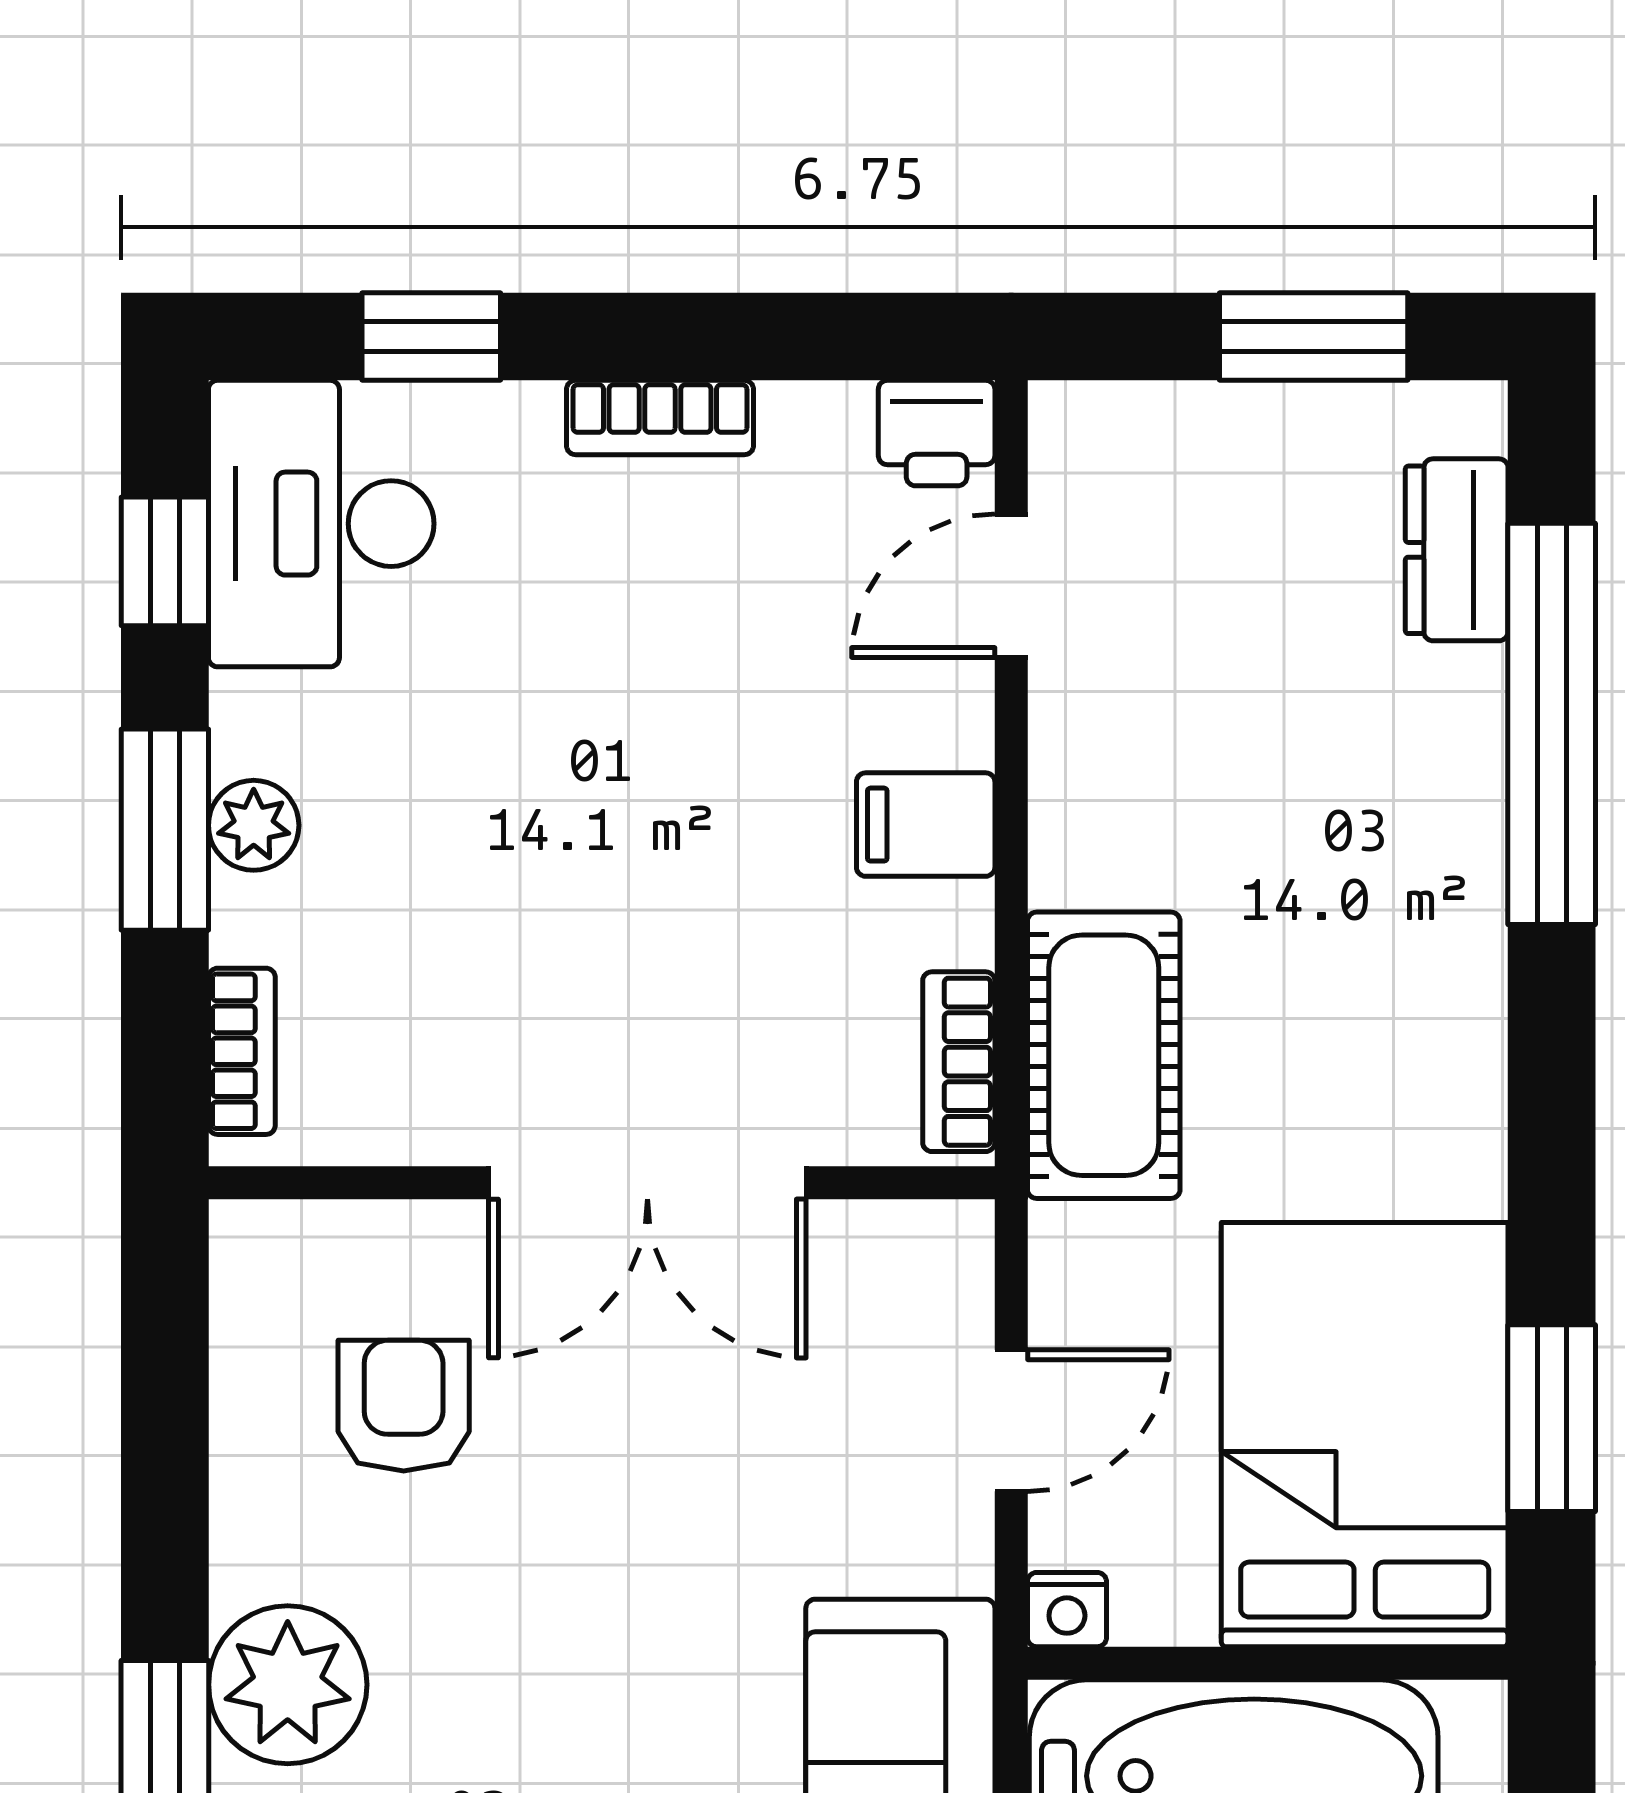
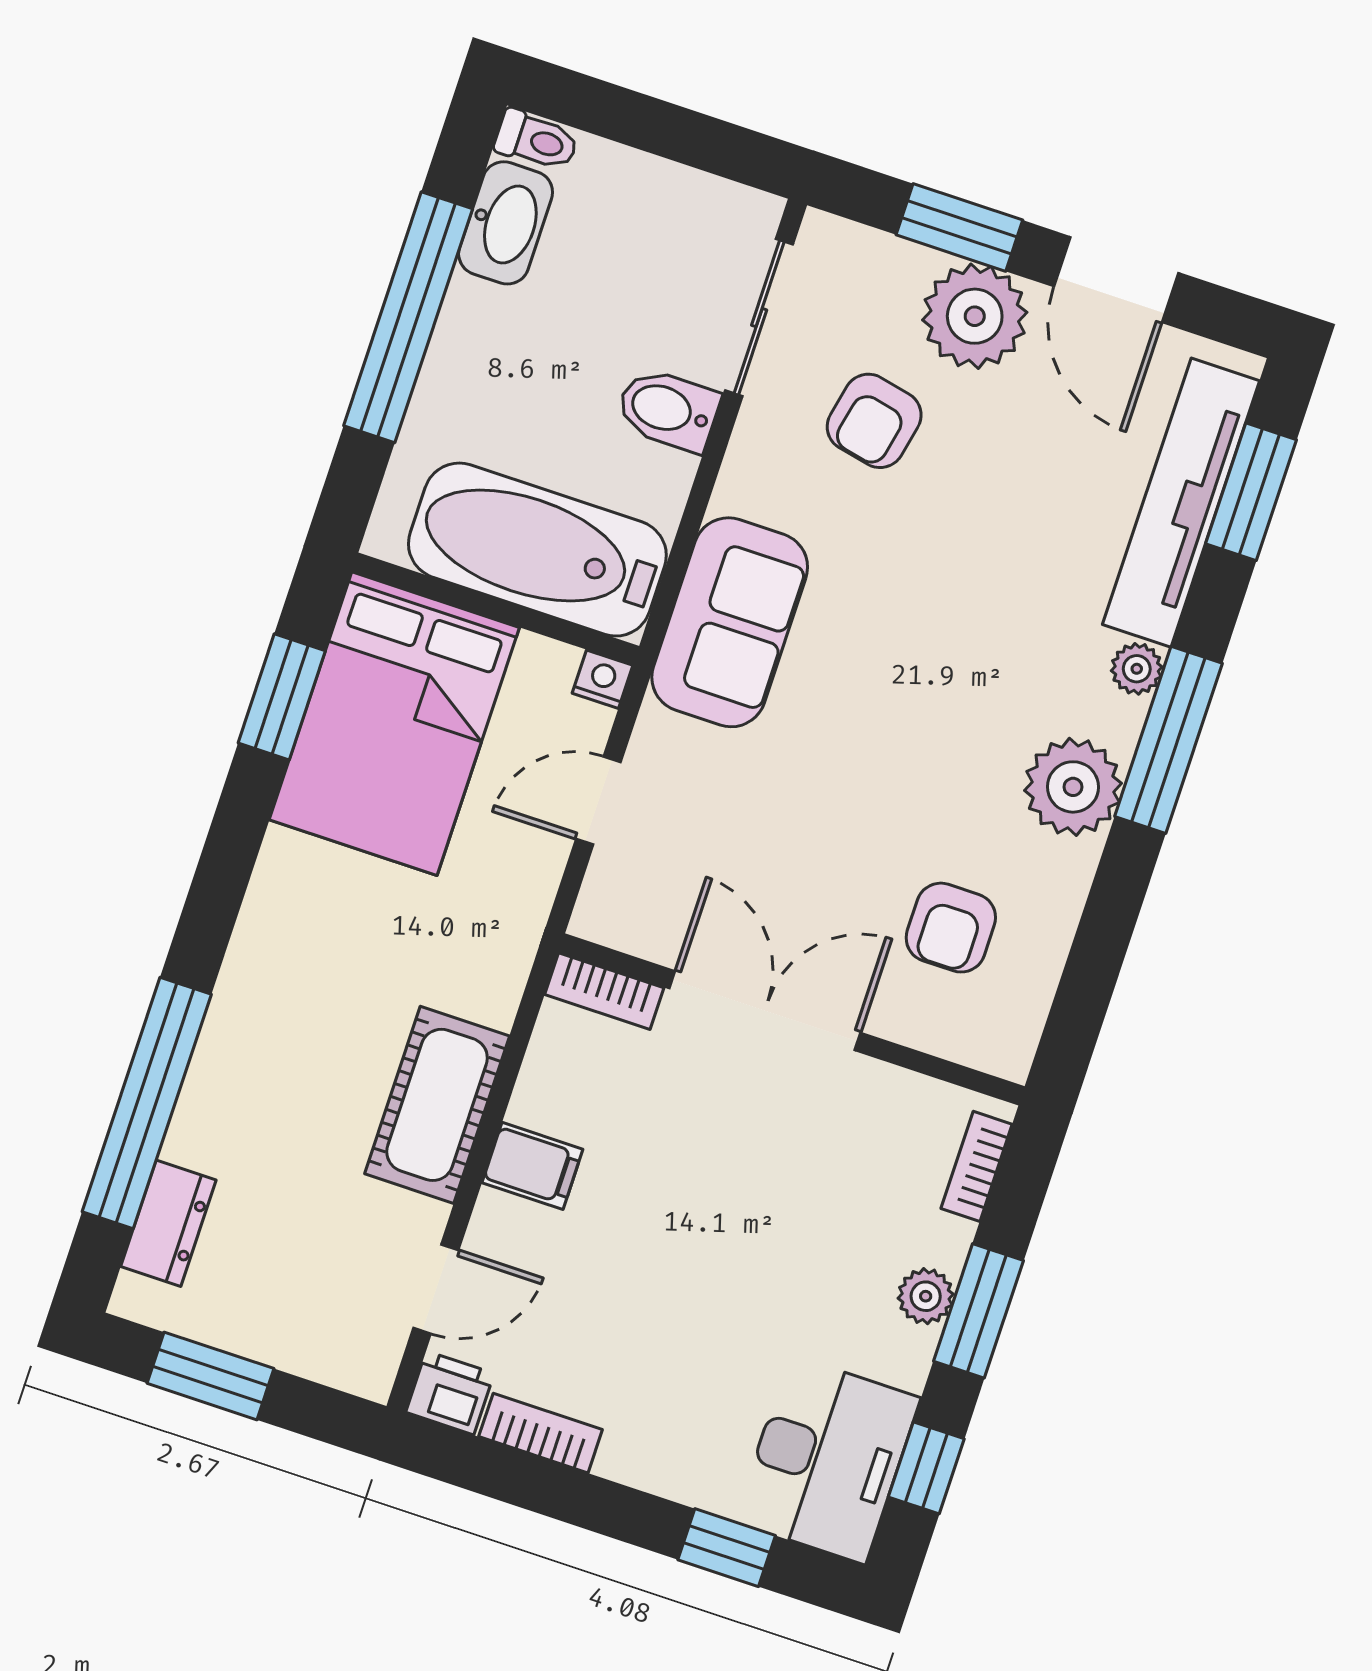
bookcase: (660, 418) -> (541, 1433), moved
cot: (1104, 1055) -> (437, 1105), moved
bookcase: (959, 1062) -> (604, 991), moved, turned 90

